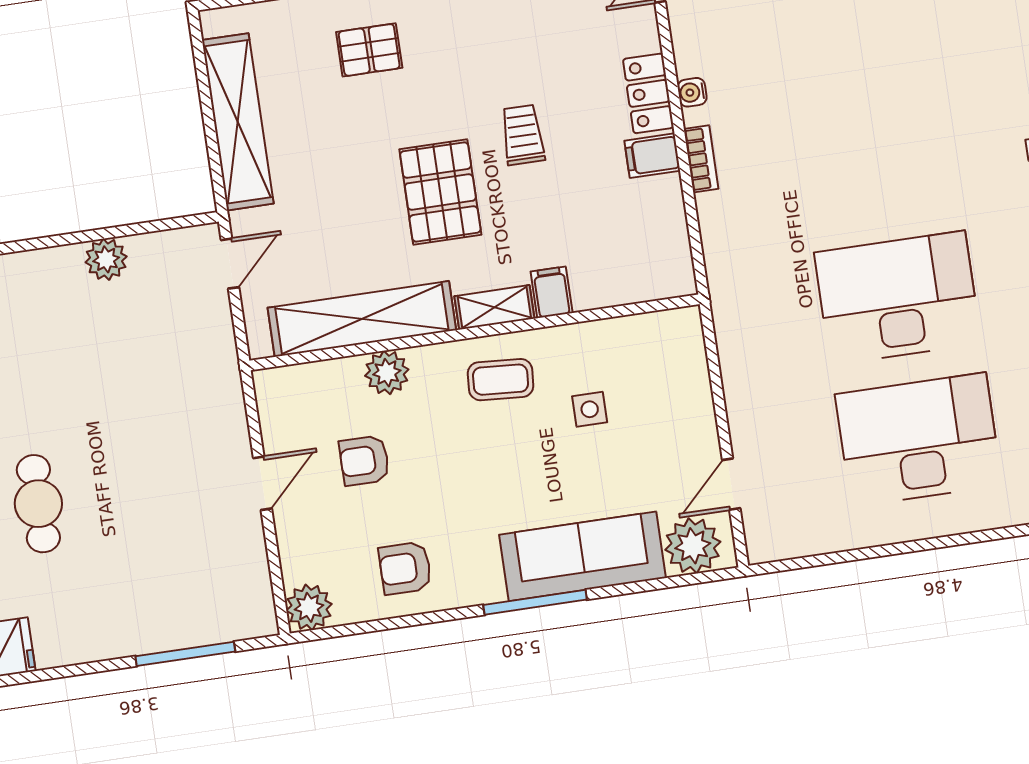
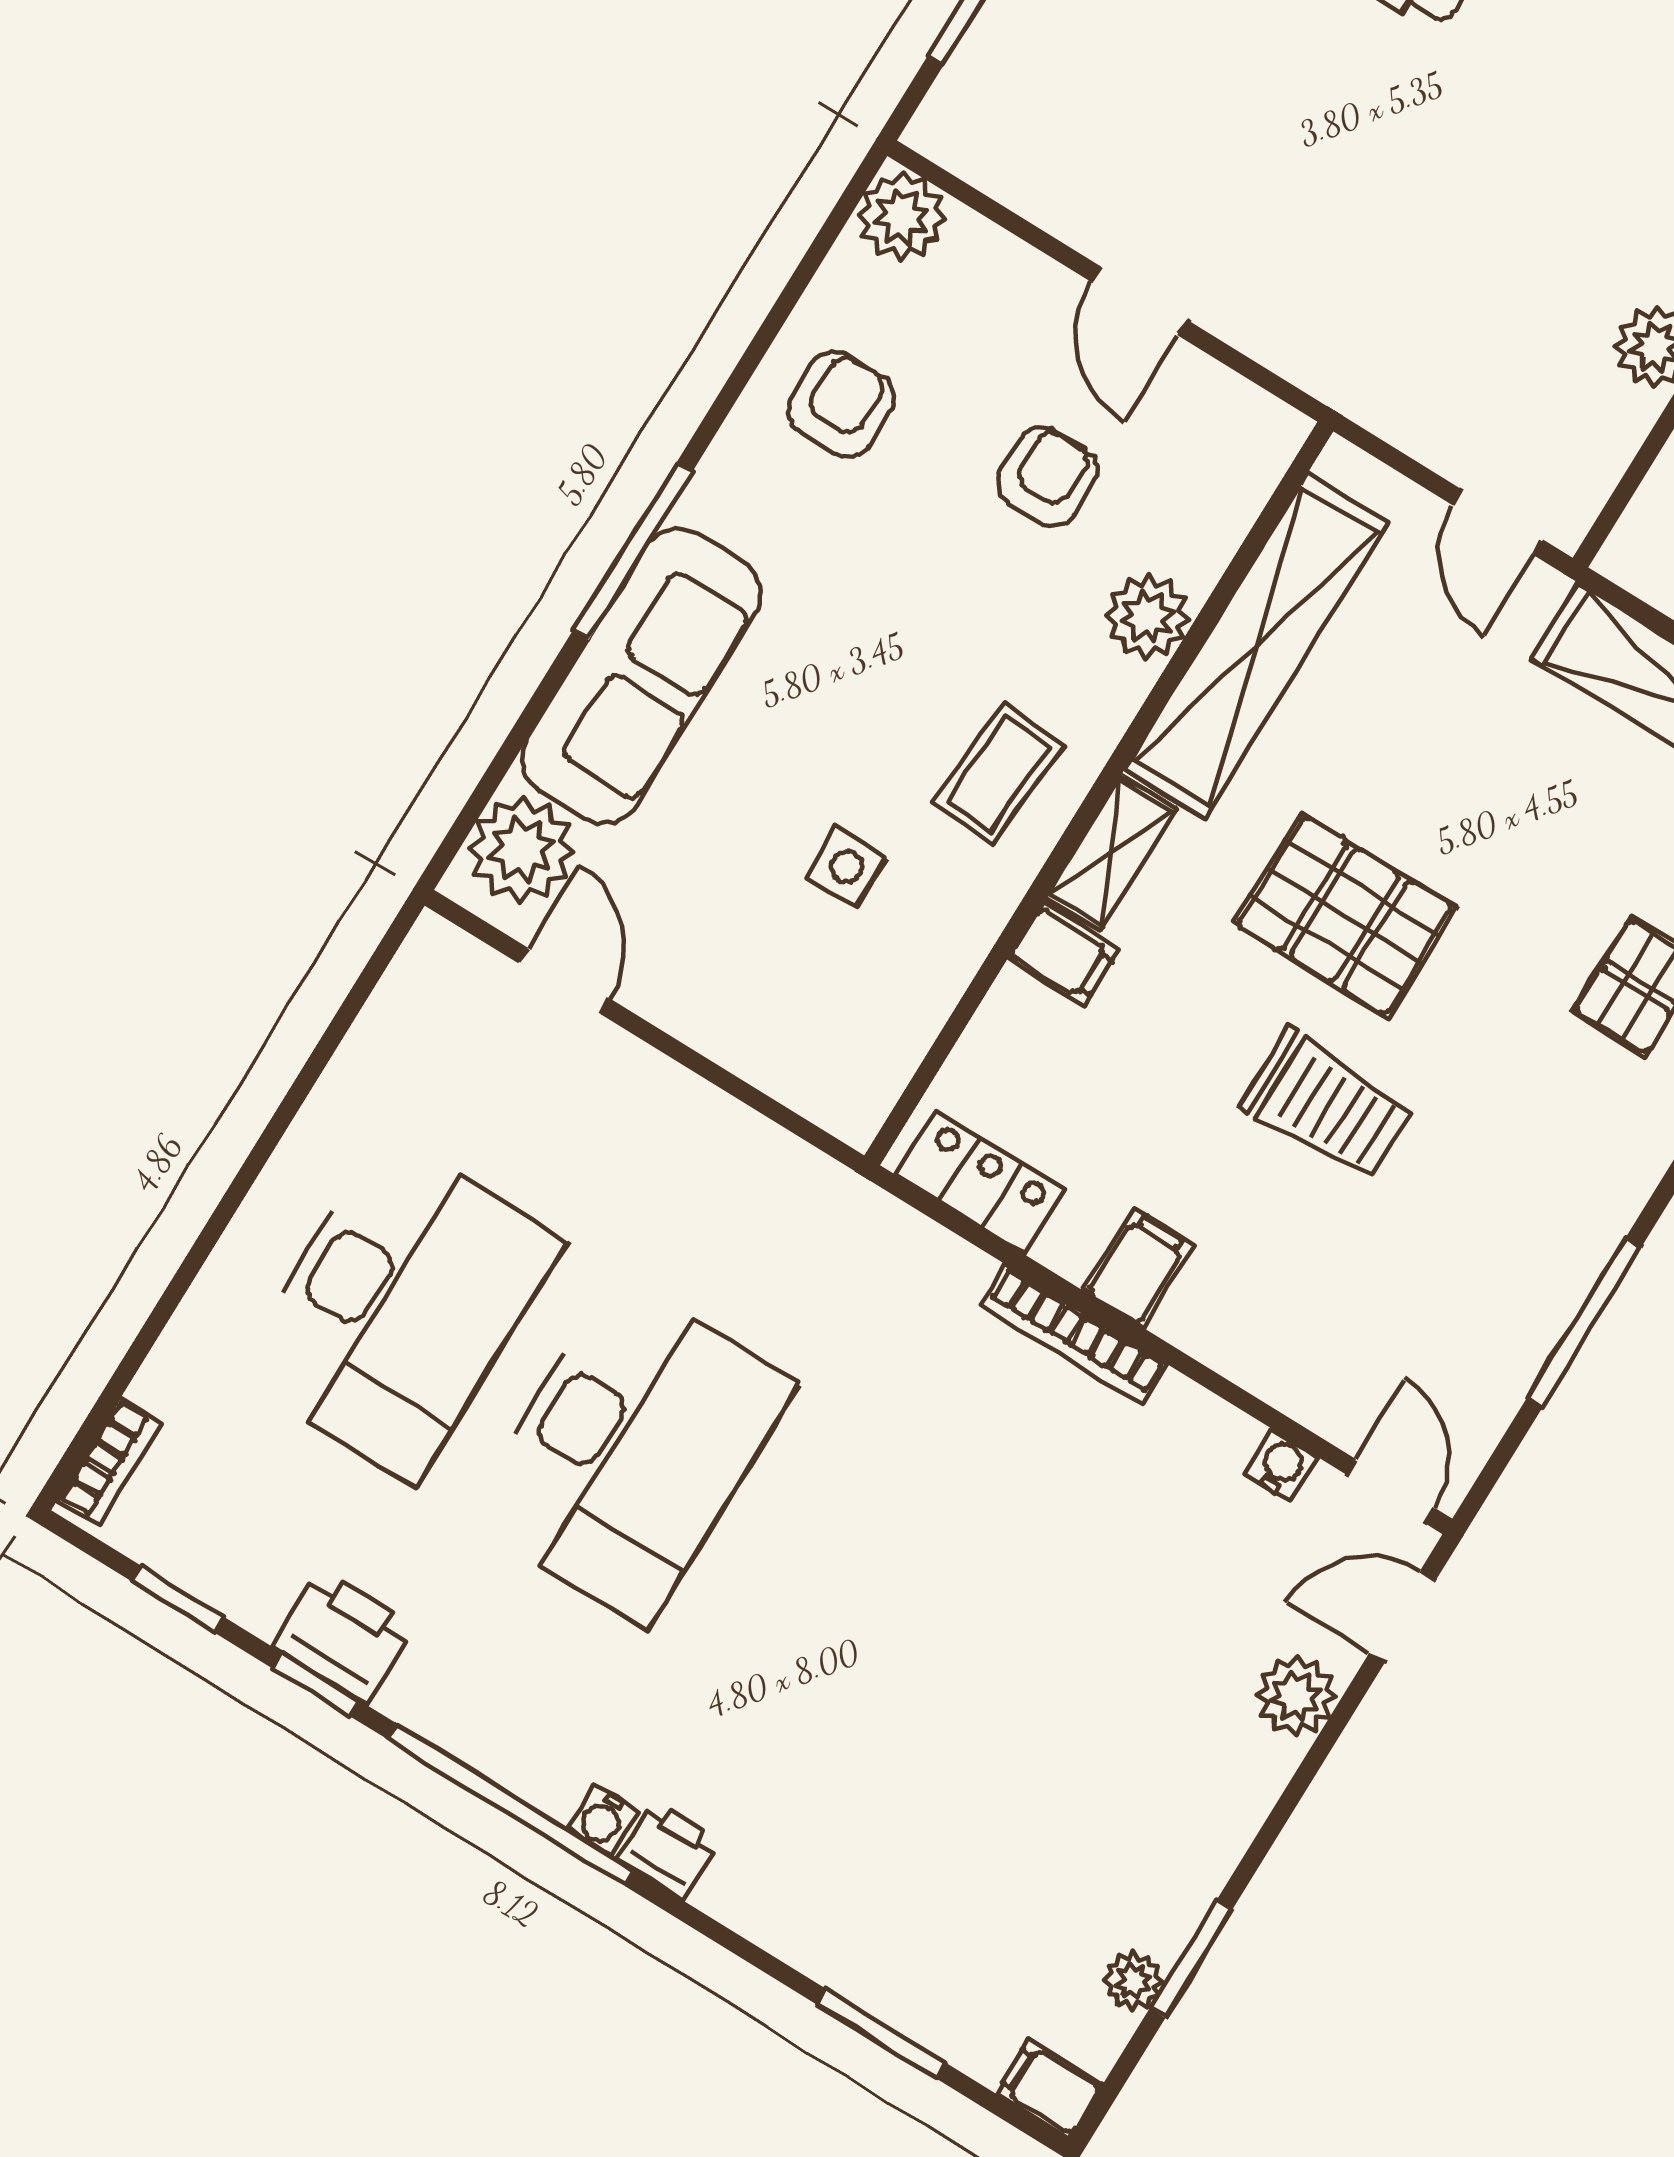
water cooler: (692, 92) -> (1282, 1465), moved
locker: (648, 93) -> (981, 1182), moved
trolley: (523, 135) -> (1327, 1105), width x1.36, depth x1.39
bookcase: (701, 159) -> (1074, 1335), width x1.56

